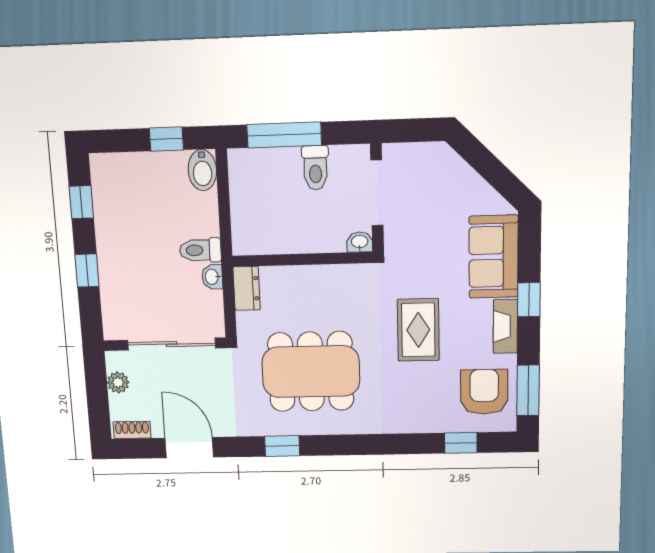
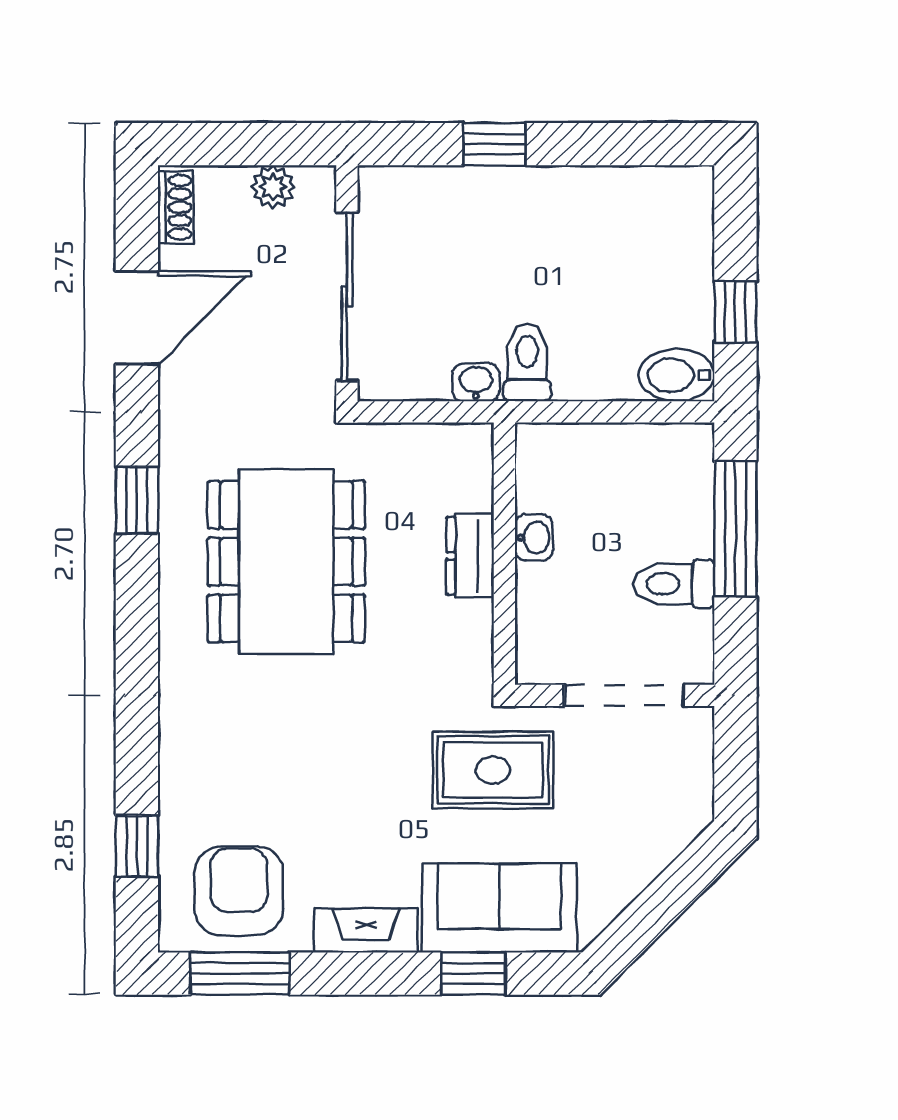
window: (81, 202) -> (625, 144), removed
washbasin: (360, 242) -> (534, 538), moved
dresser: (247, 288) -> (470, 556), moved, turned 90
window: (529, 300) -> (473, 974), moved
rug: (418, 330) -> (493, 770), moved
armchair: (484, 392) -> (239, 891), turned -90

